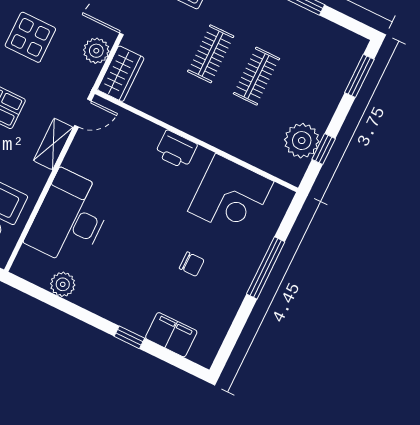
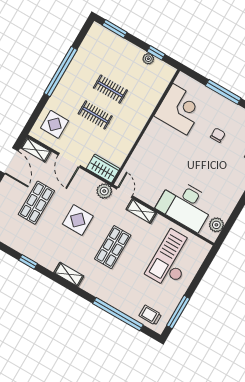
plant: (96, 51) -> (104, 191), moved
plant: (302, 141) -> (148, 59), width x0.53, depth x0.53
printer: (176, 150) -> (150, 139), removed
plant: (63, 284) -> (216, 225), moved

